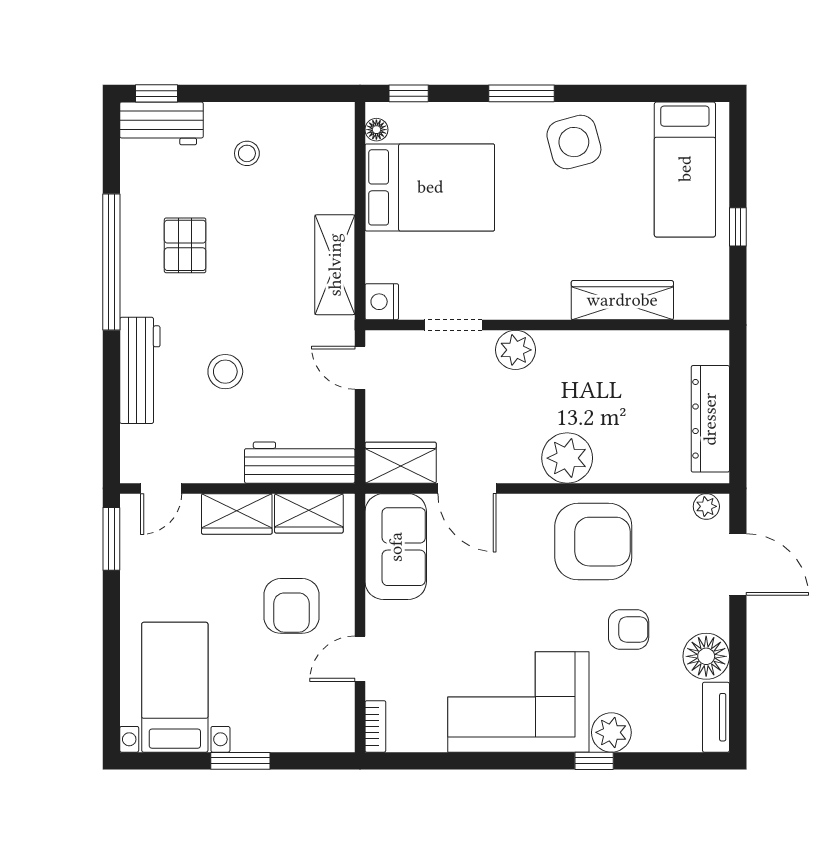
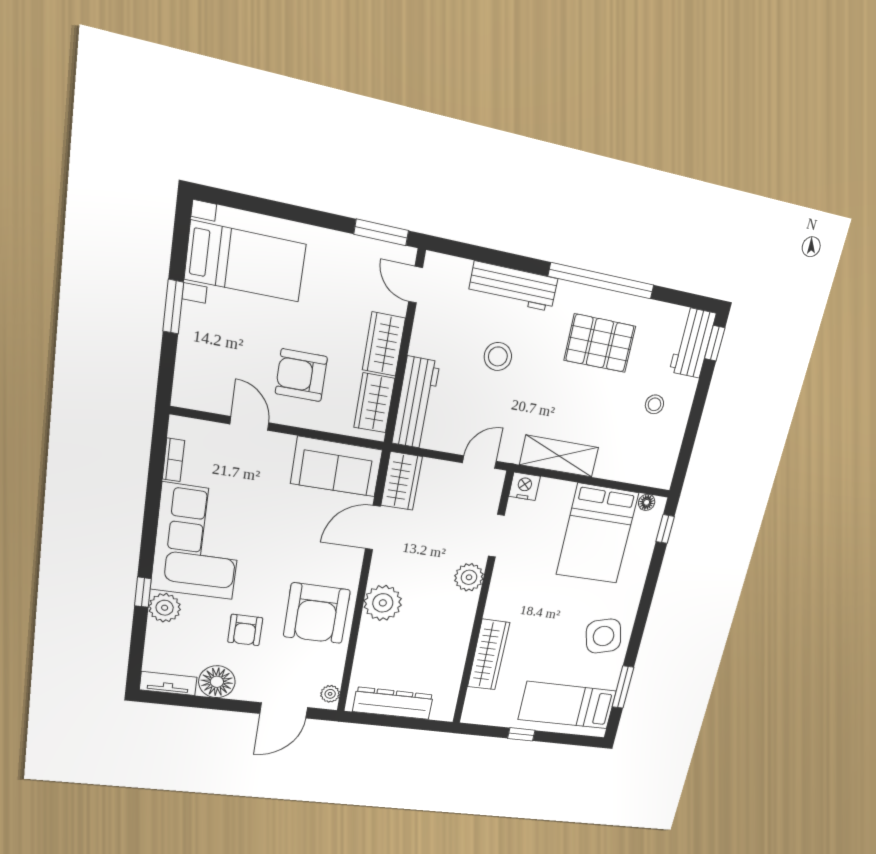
window: (522, 93) -> (623, 687), moved
pallet: (185, 245) -> (600, 343), width x1.50, depth x1.42
bookcase: (375, 726) -> (173, 460), moved, turned -90

